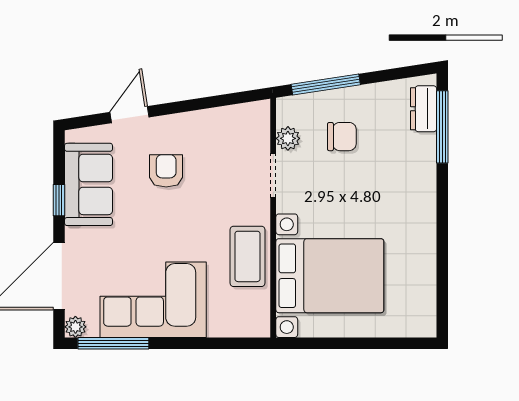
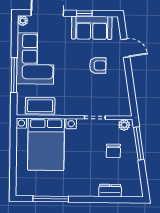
dresser: (424, 109) -> (110, 191), moved
window: (442, 127) -> (51, 199), moved
plant: (288, 138) -> (124, 125), moved
coffee table: (248, 256) -> (40, 106), moved
window: (113, 343) -> (14, 75), moved

